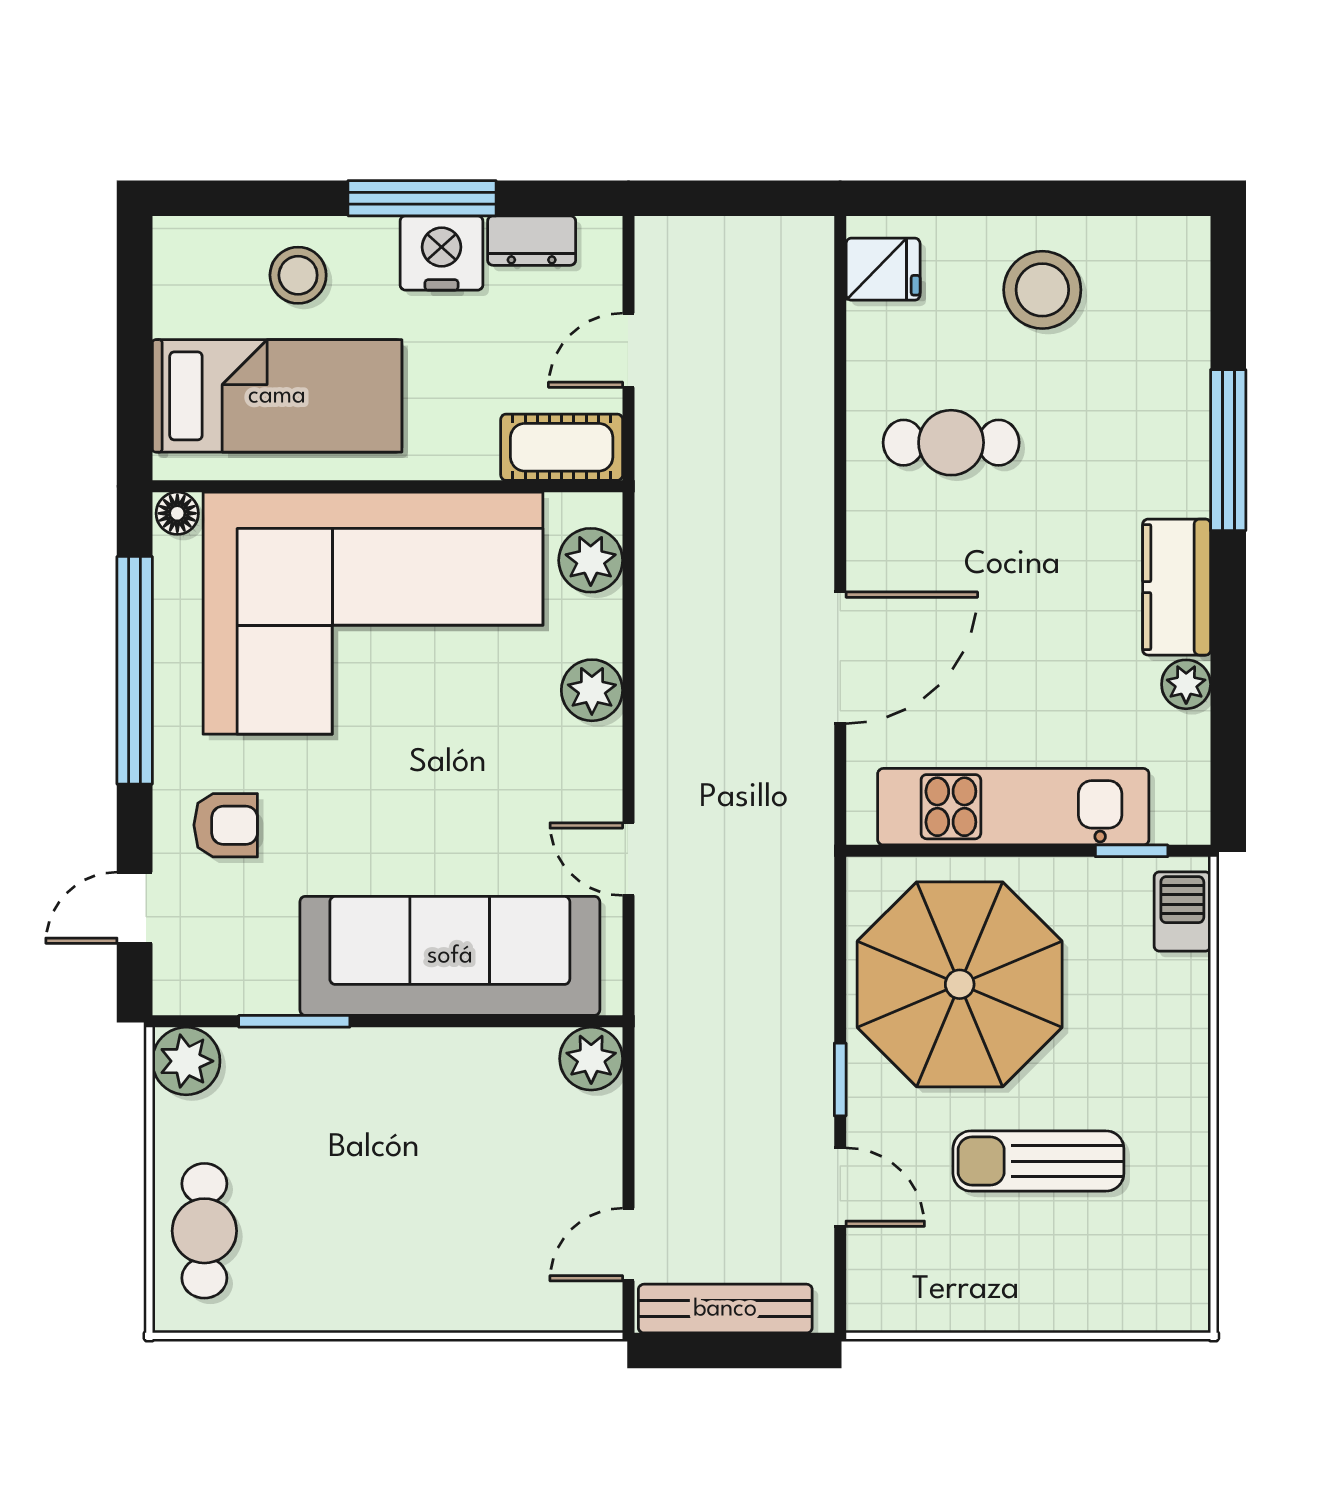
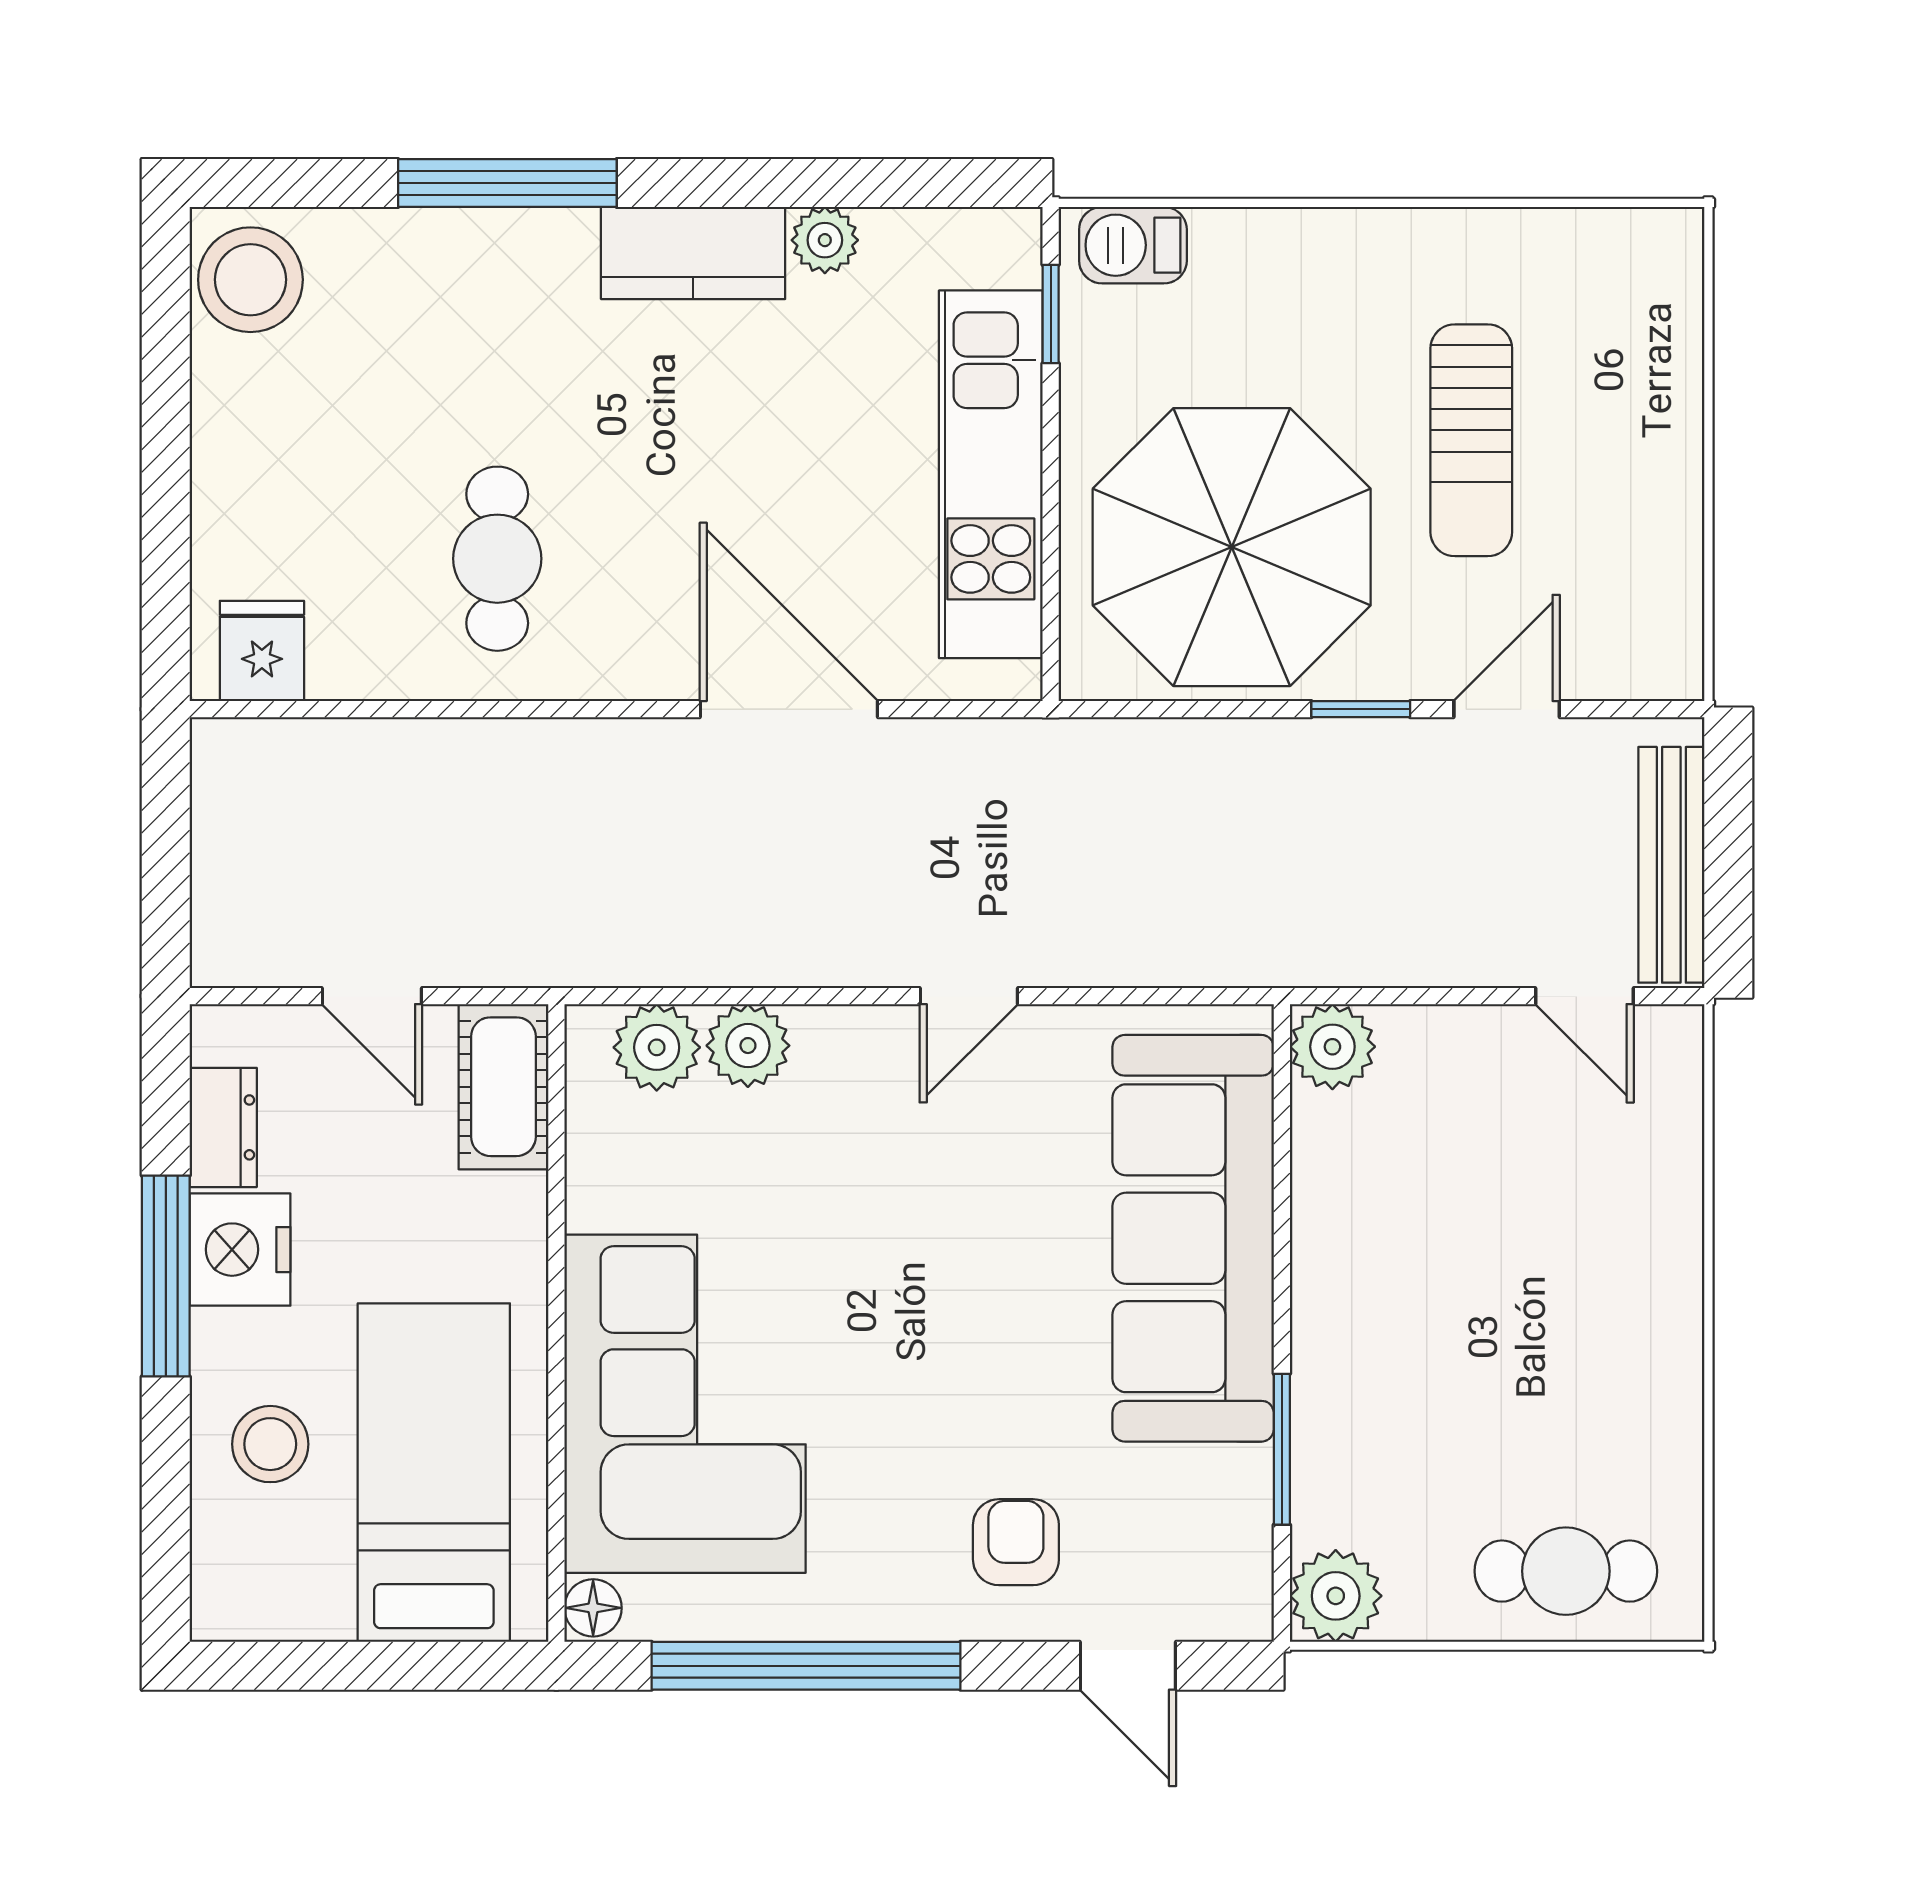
stool: (1042, 290) -> (250, 280), moved
corner sofa: (373, 613) -> (685, 1404), width x0.73, depth x0.74
plant: (592, 690) -> (748, 1046), moved
door: (628, 859) -> (969, 996), moved

